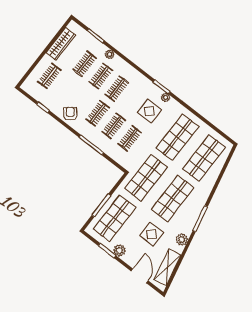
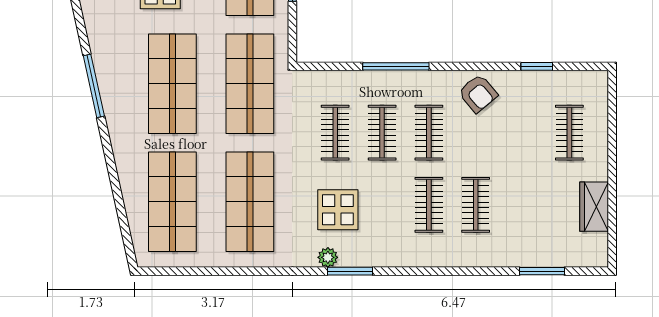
wardrobe: (61, 44) -> (594, 207), width x0.67
plant: (110, 54) -> (490, 257), removed
clothes rail: (85, 64) -> (523, 205), removed
plant: (182, 240) -> (98, 22), removed

